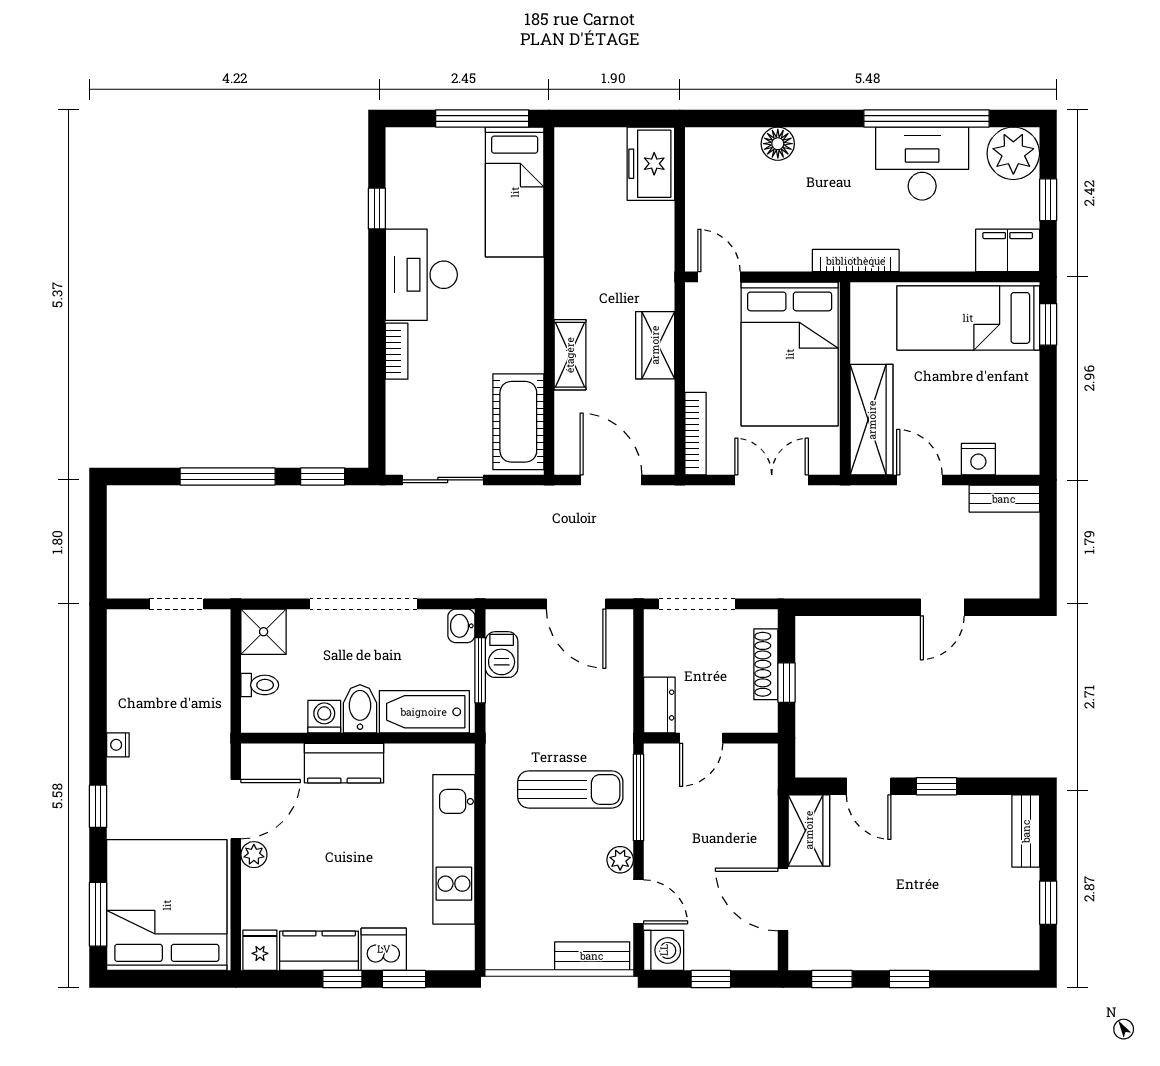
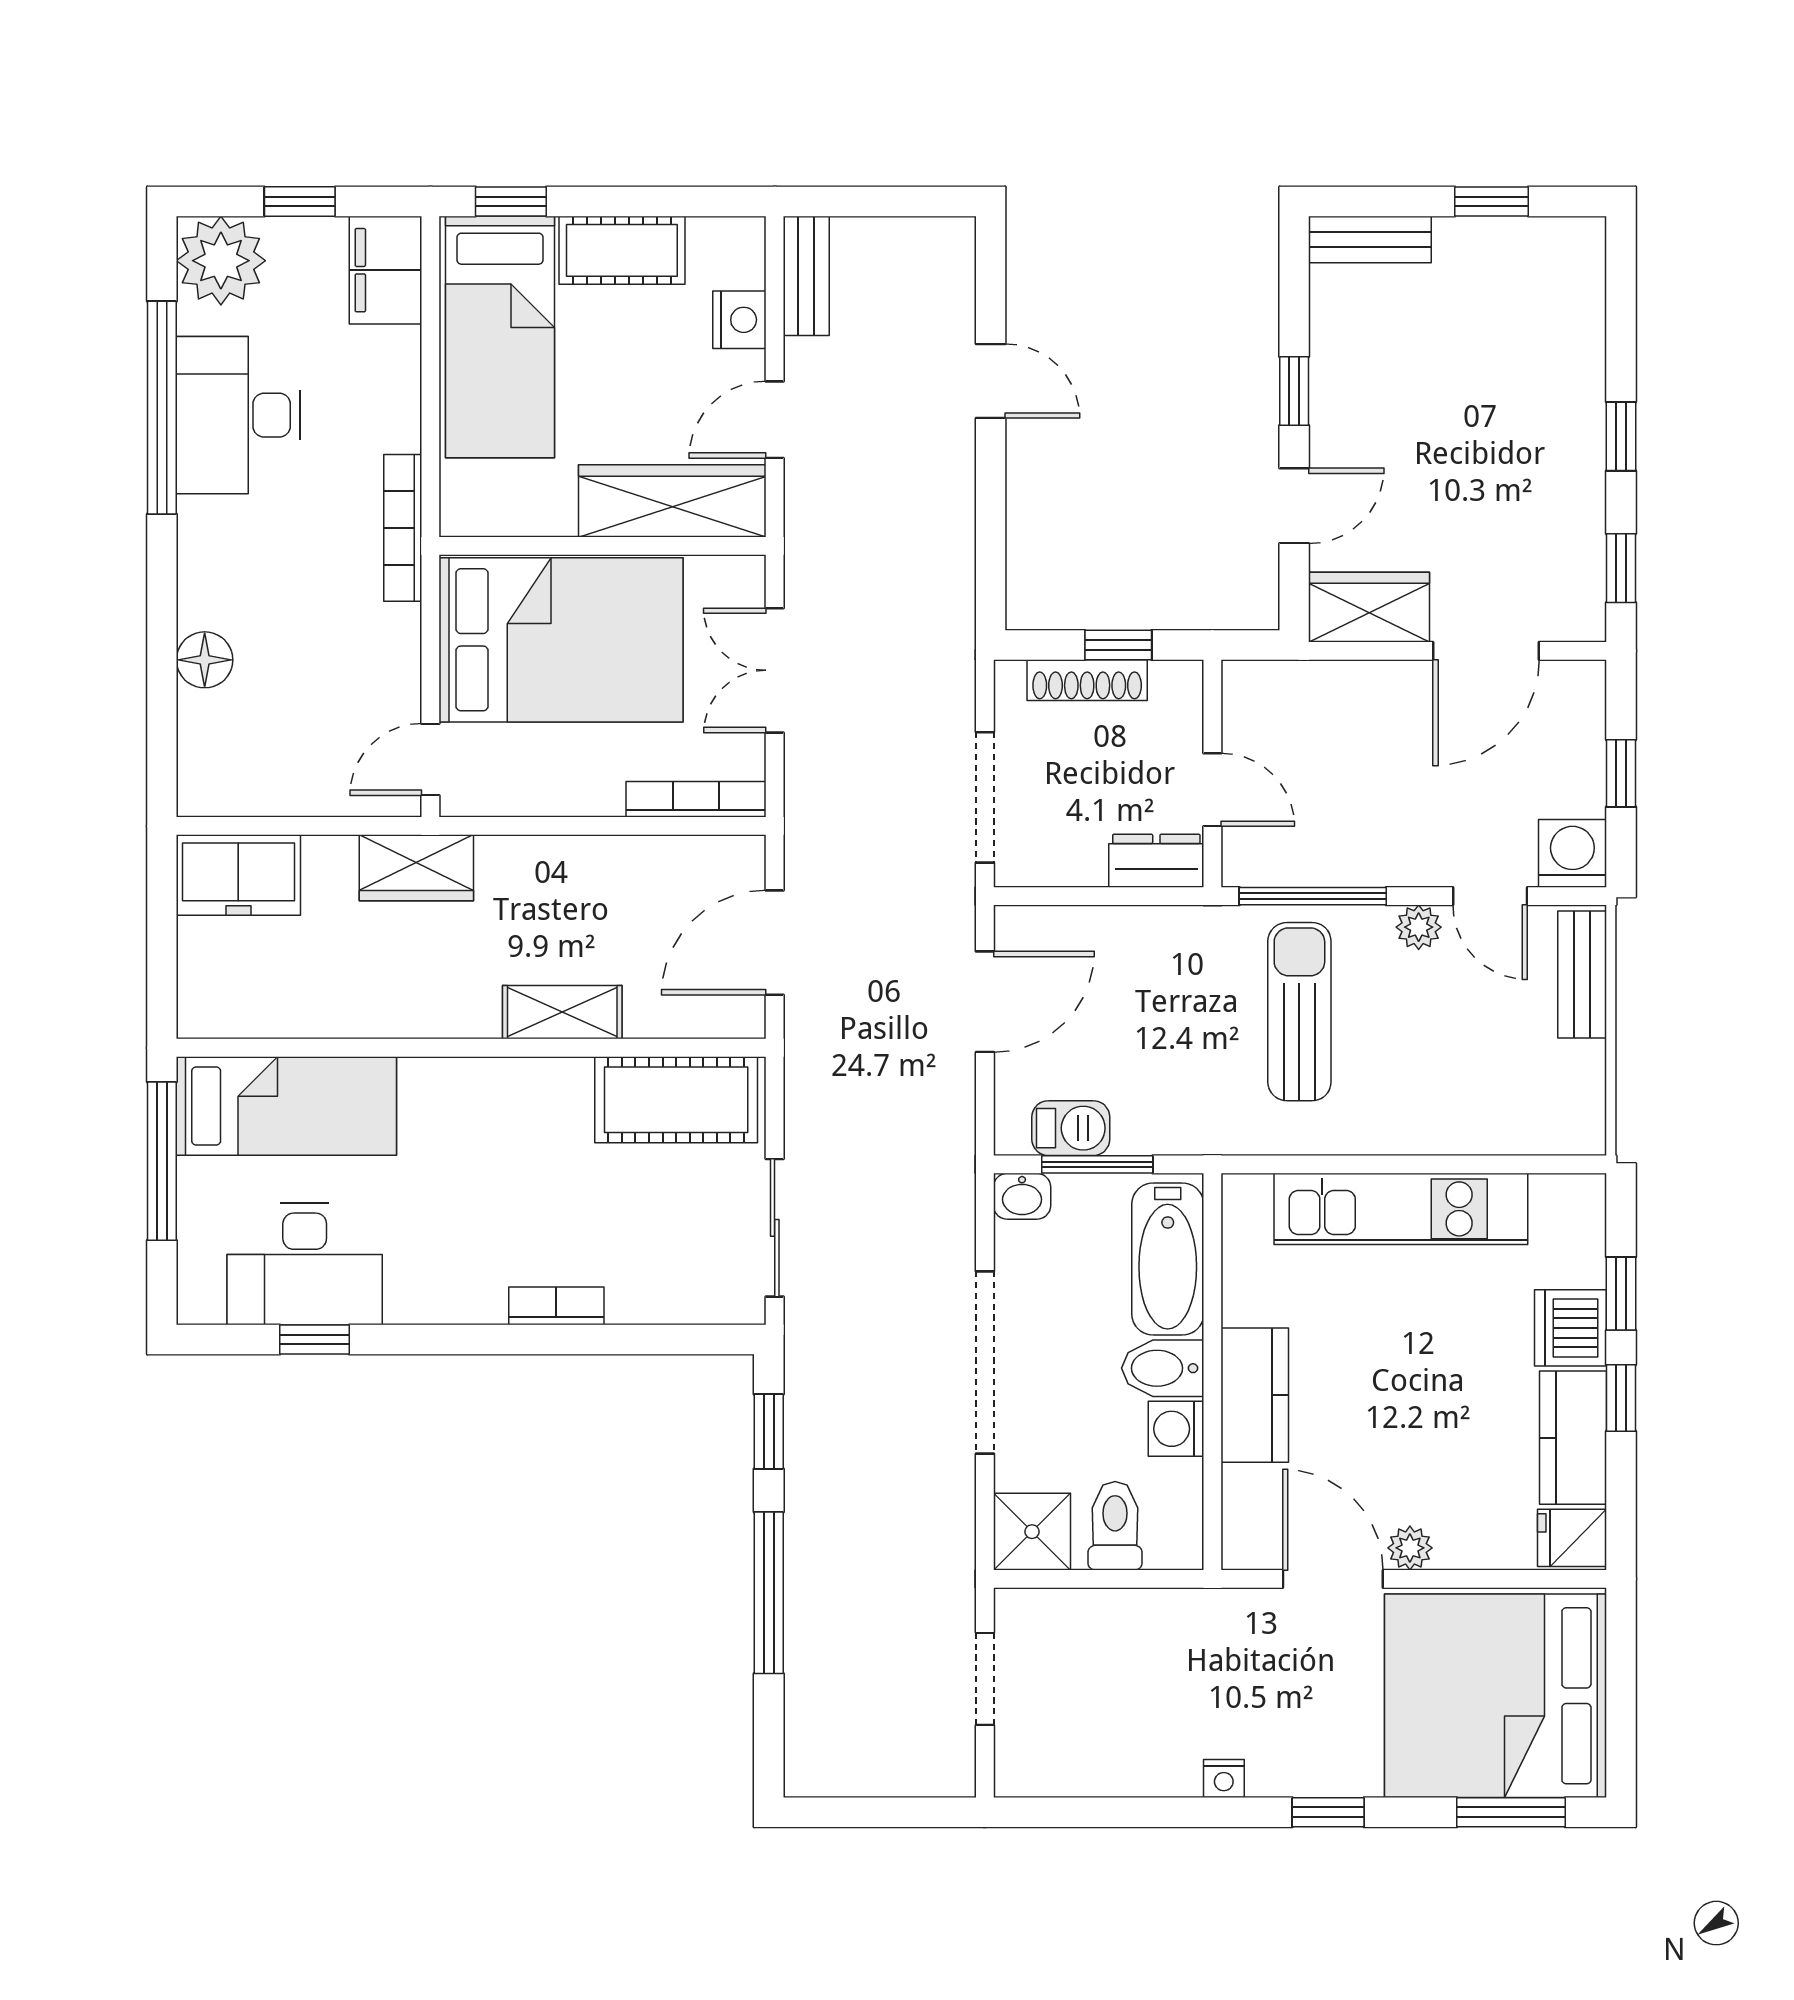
desk: (421, 275) -> (305, 1264), moved
wardrobe: (655, 345) -> (416, 868), moved
cot: (1019, 390) -> (622, 250), added
toilet: (260, 685) -> (1115, 1526), width x1.37, depth x1.39
door: (638, 902) -> (1490, 896), swing flipped

